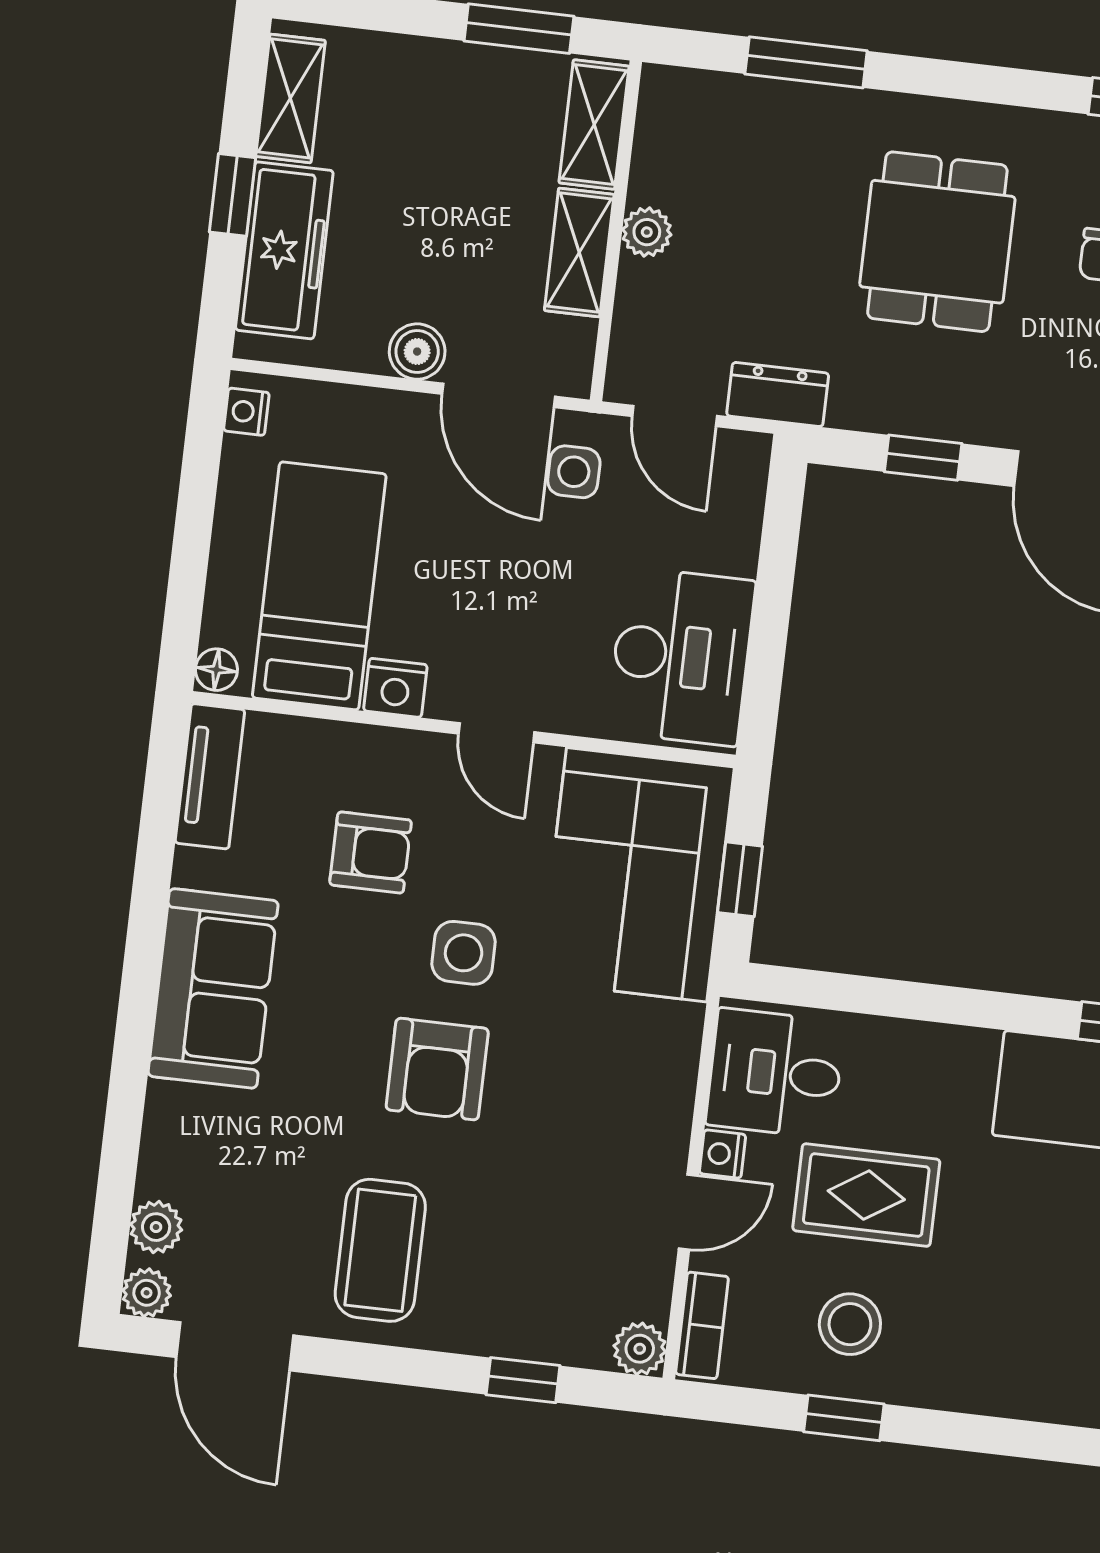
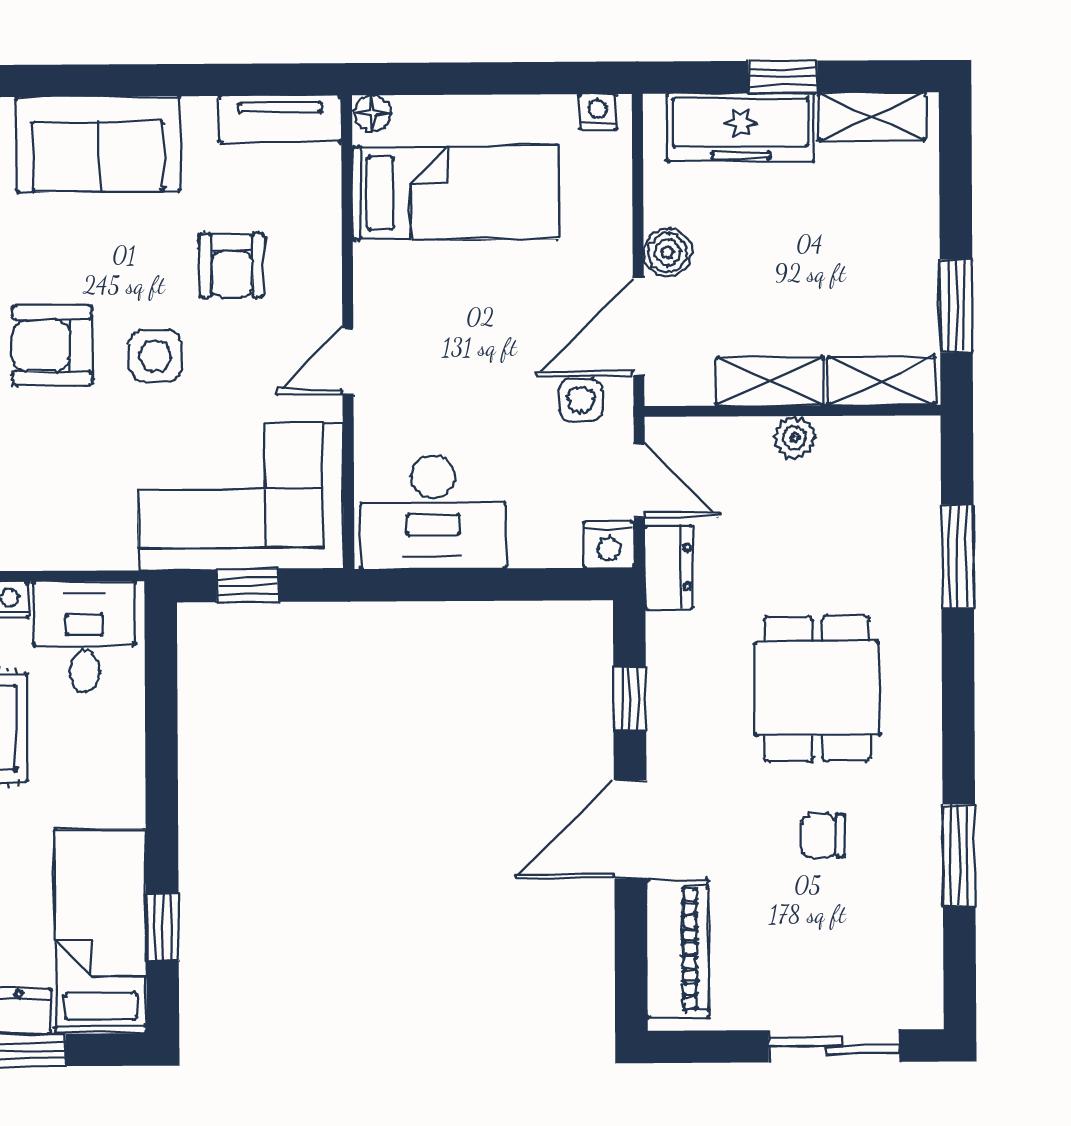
dining table: (937, 242) -> (817, 688), turned 90
door: (675, 416) -> (639, 481), swing flipped
nightstand: (395, 688) -> (609, 545), moved, turned -90

